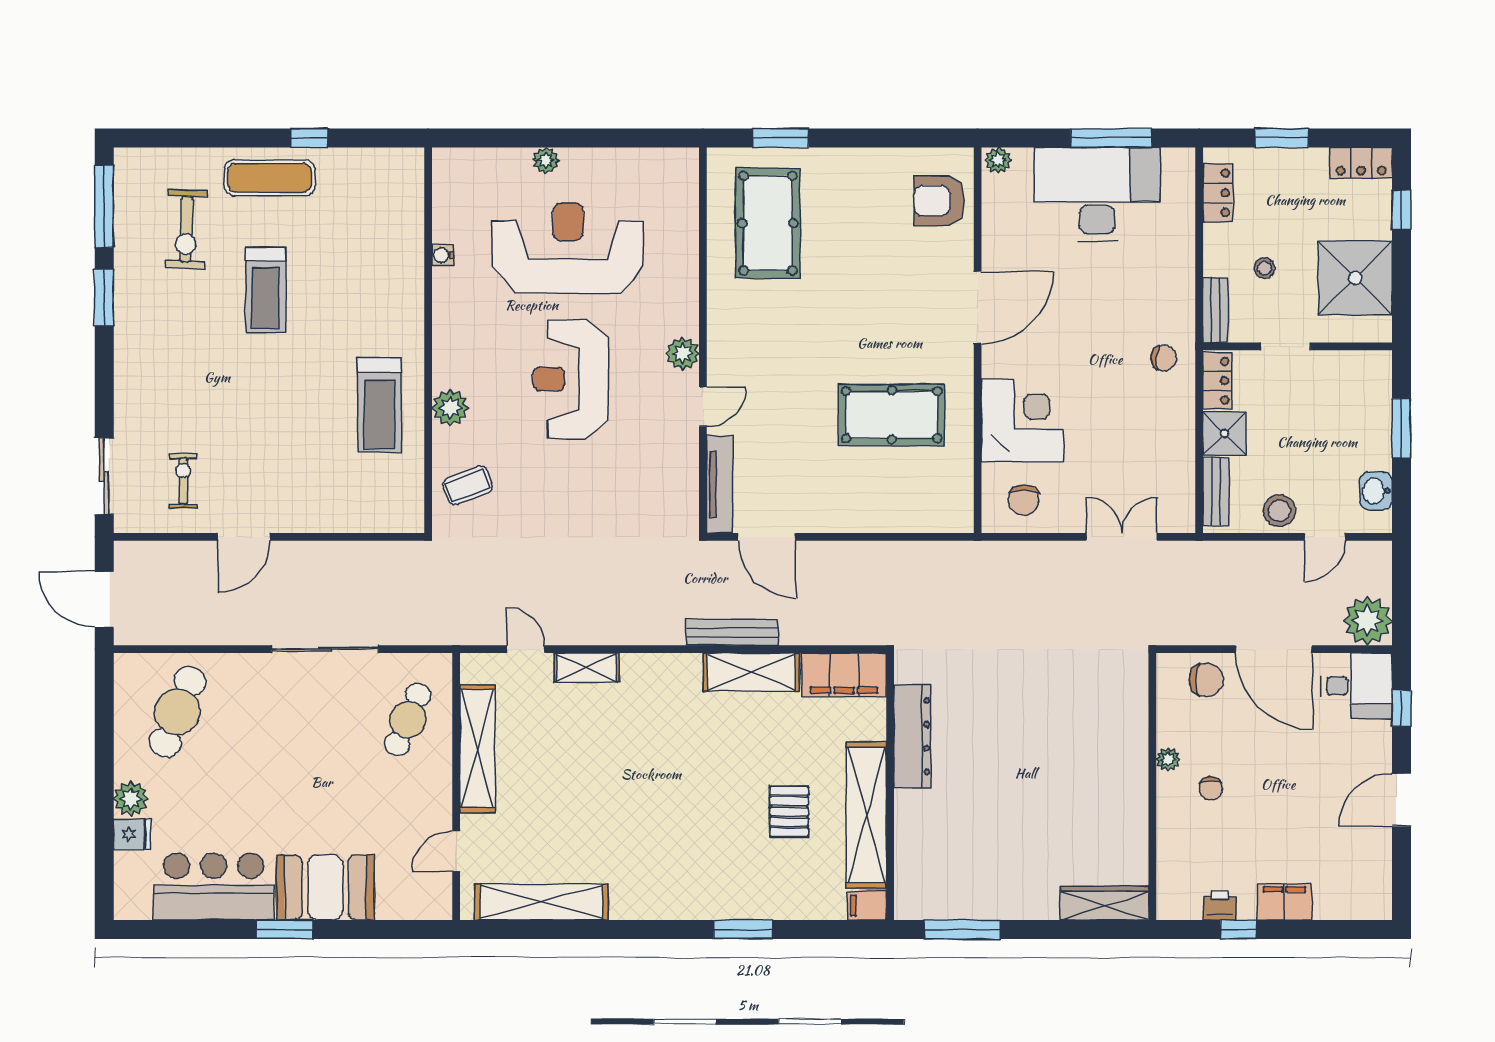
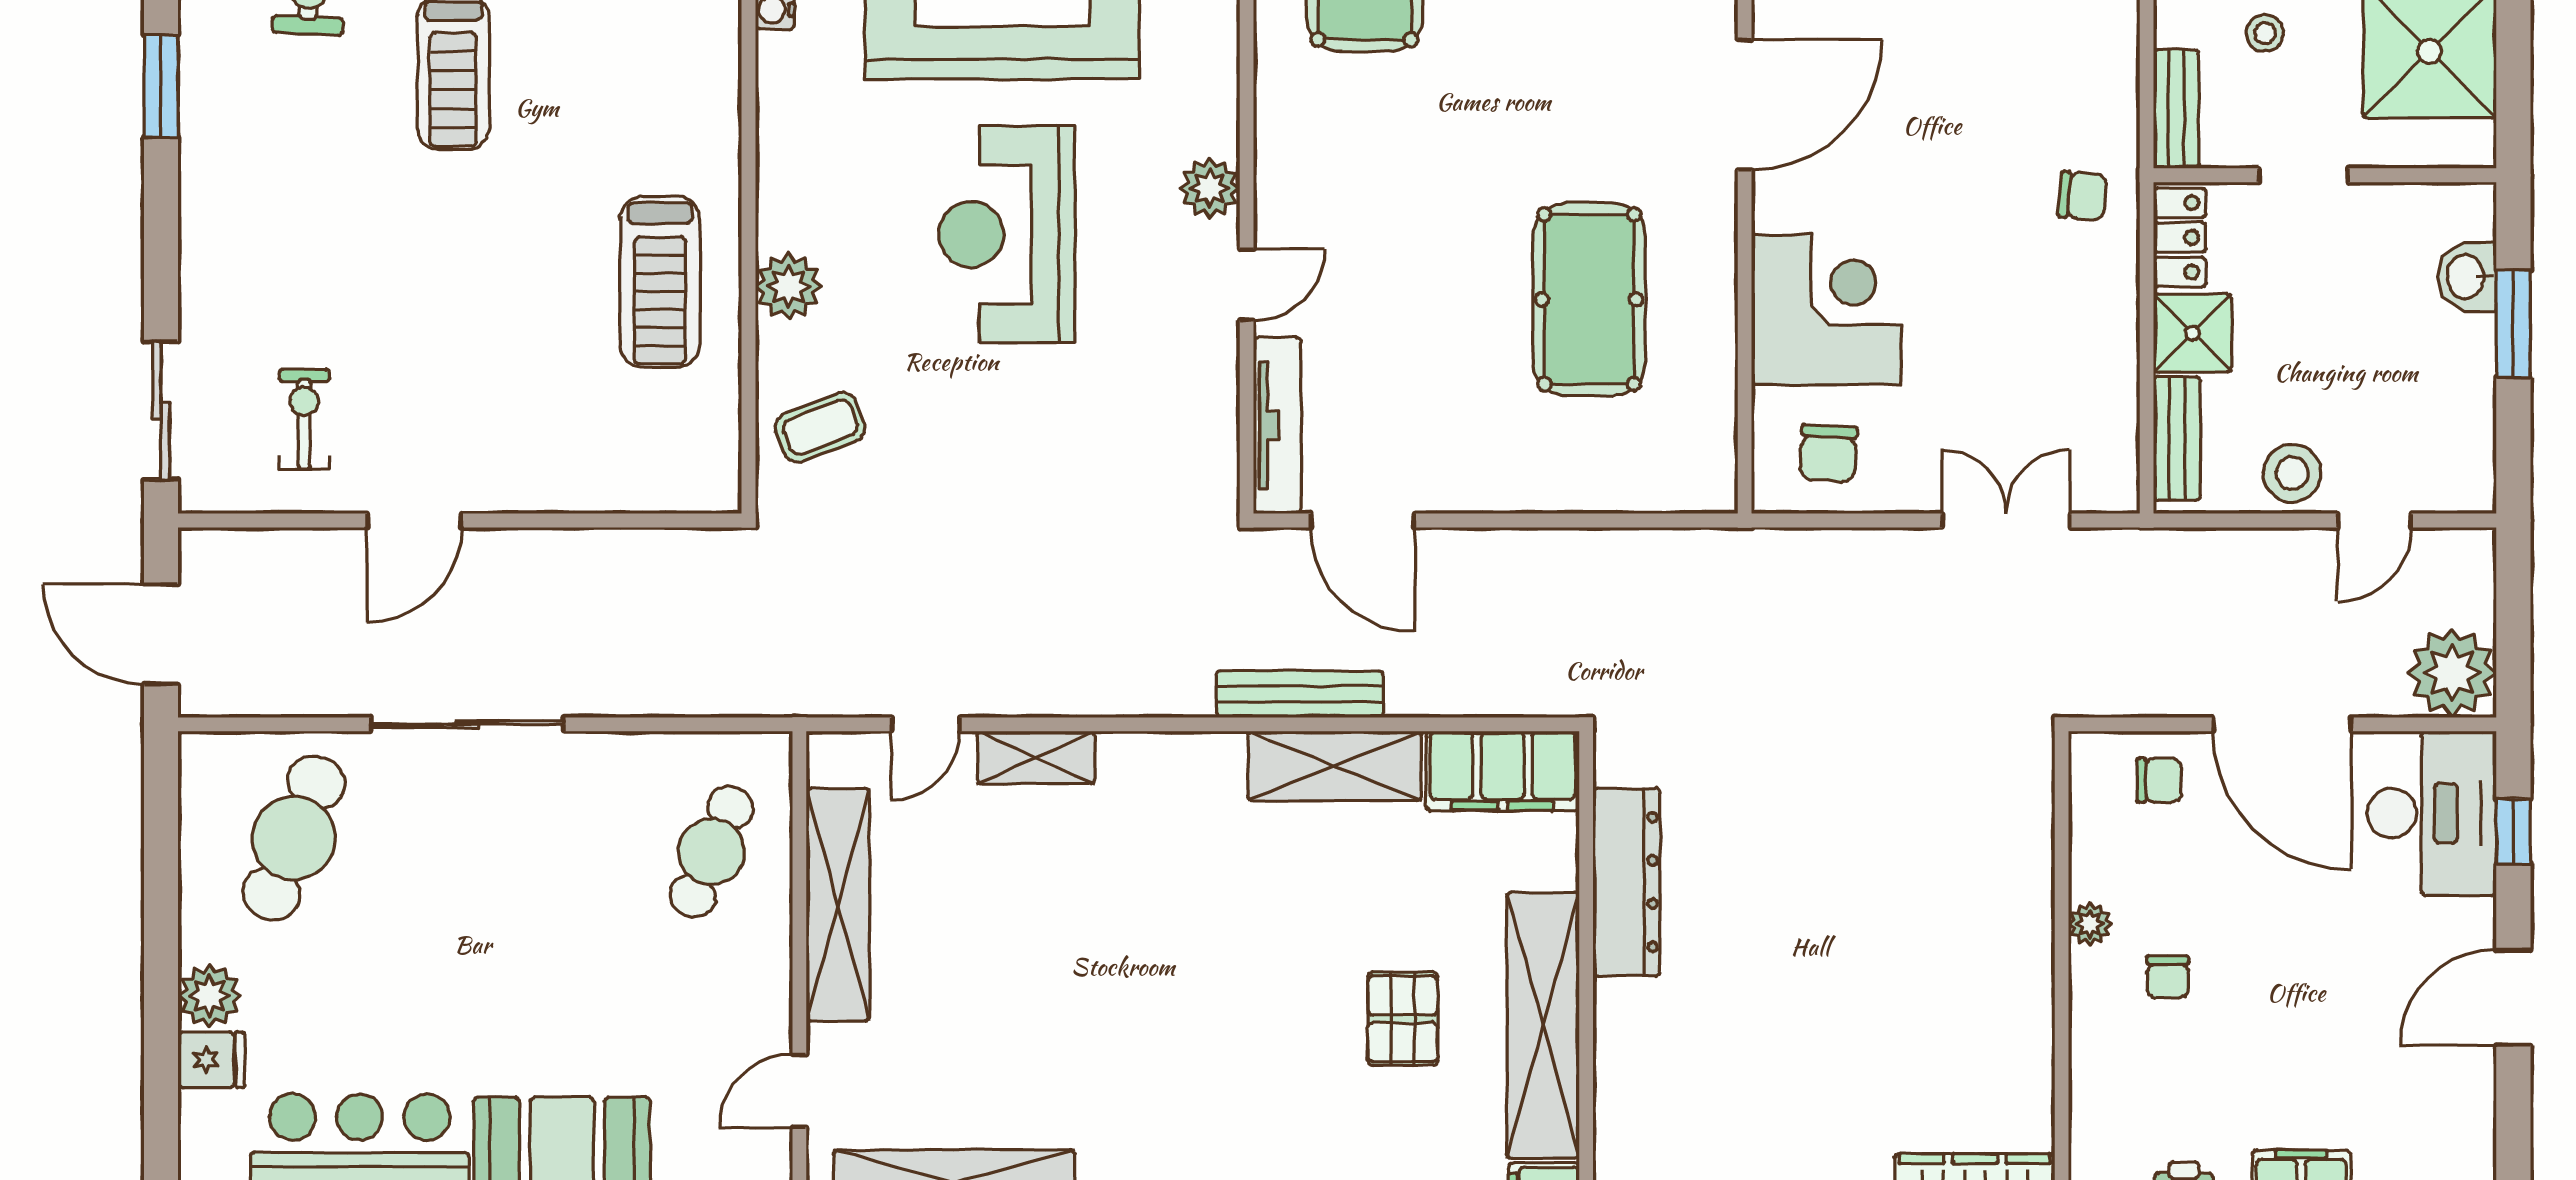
pool table: (892, 415) -> (1589, 299), turned 90
washbasin: (1376, 491) -> (2467, 277), moved
sliding door: (325, 649) -> (467, 724), moved
door: (526, 649) -> (926, 724), swing flipped
chair: (1206, 680) -> (2159, 780), width x0.73, depth x0.73
desk: (1356, 686) -> (2432, 813), width x1.37

